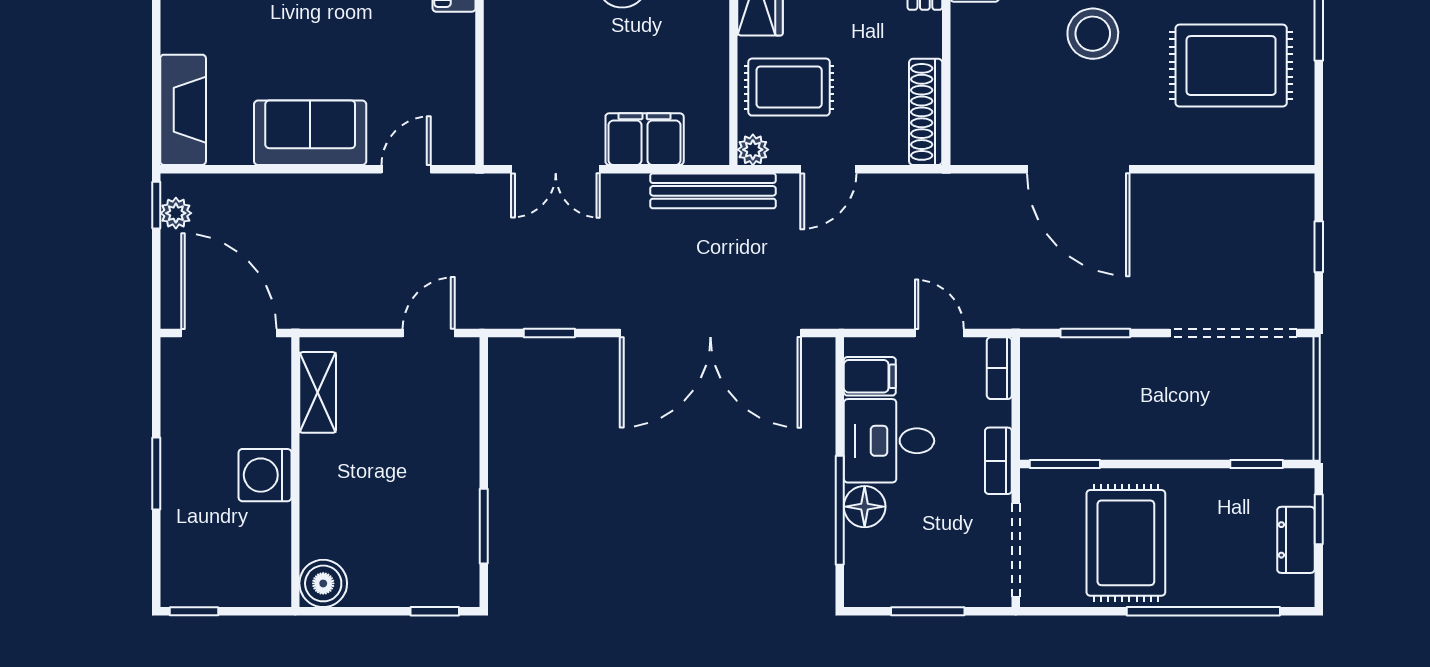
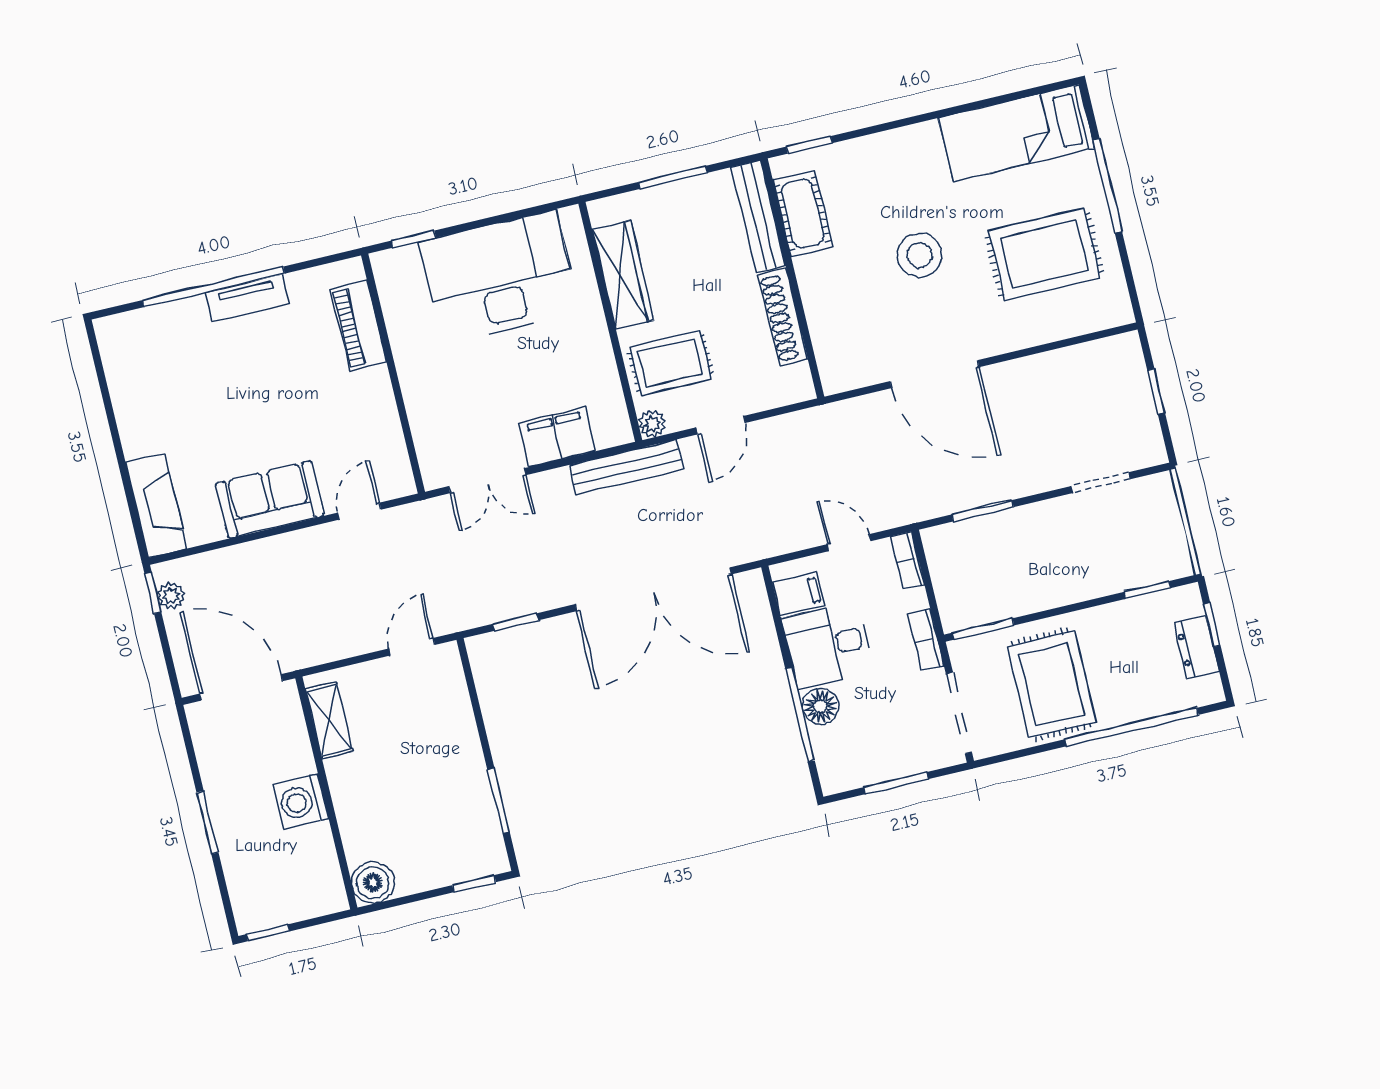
shoe rack: (926, 112) -> (783, 317), moved
doorway: (1233, 333) -> (1101, 483), width x0.53

